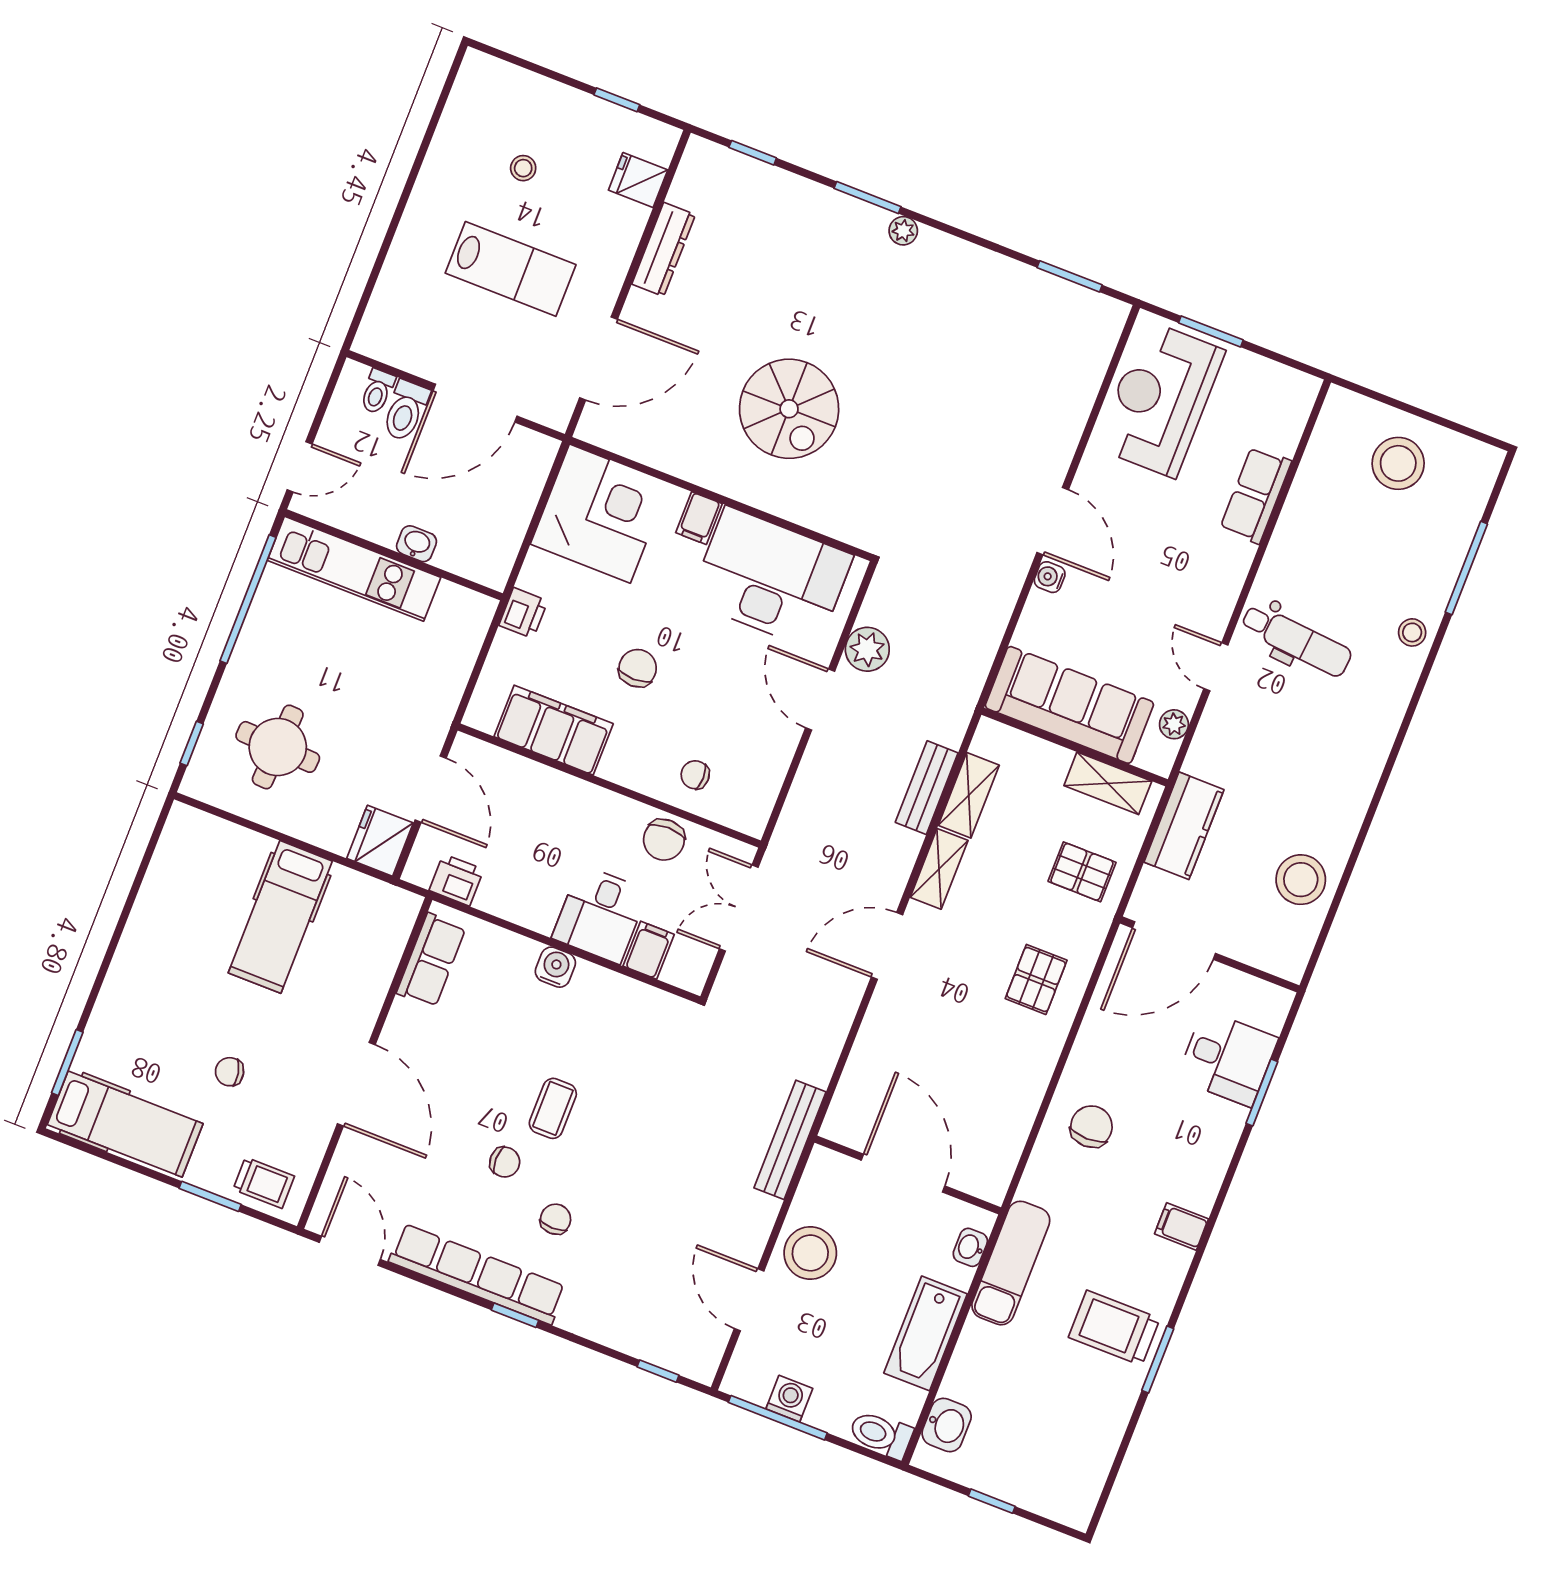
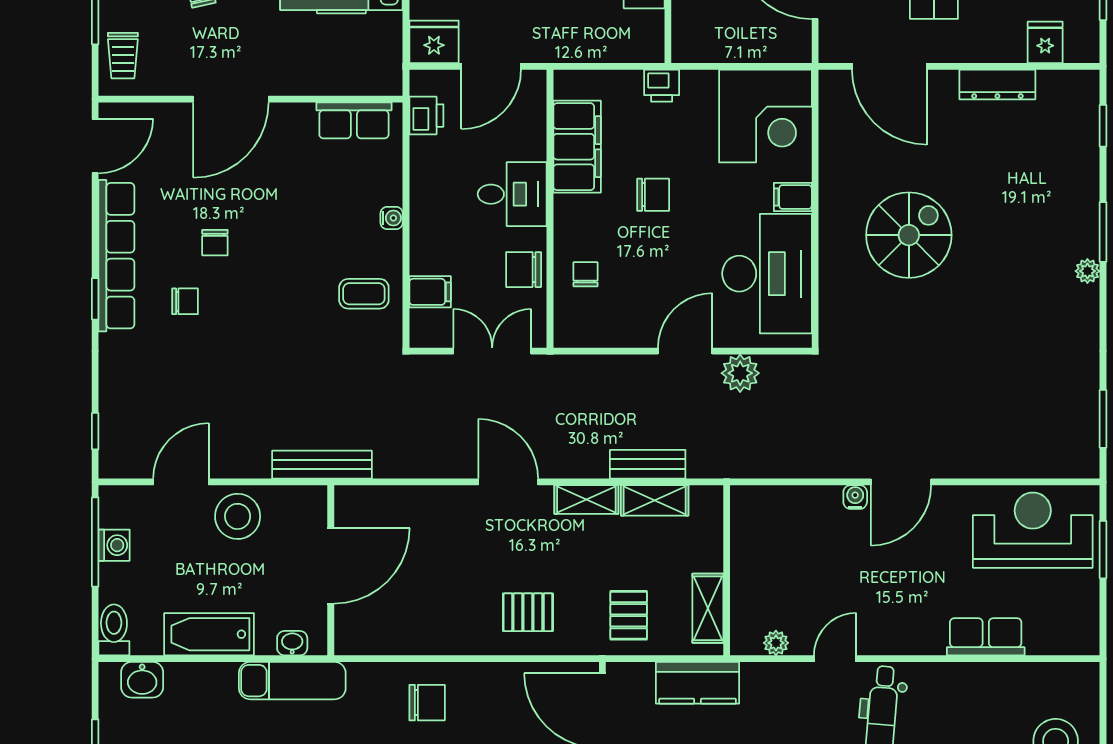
spiral stairs: (789, 409) -> (909, 235), turned 180
sofa: (1069, 705) -> (759, 553), removed
desk: (600, 914) -> (512, 194), moved, turned 180
water cooler: (555, 967) -> (392, 218), width x0.72, depth x0.72
coffee table: (553, 1108) -> (364, 294), moved

